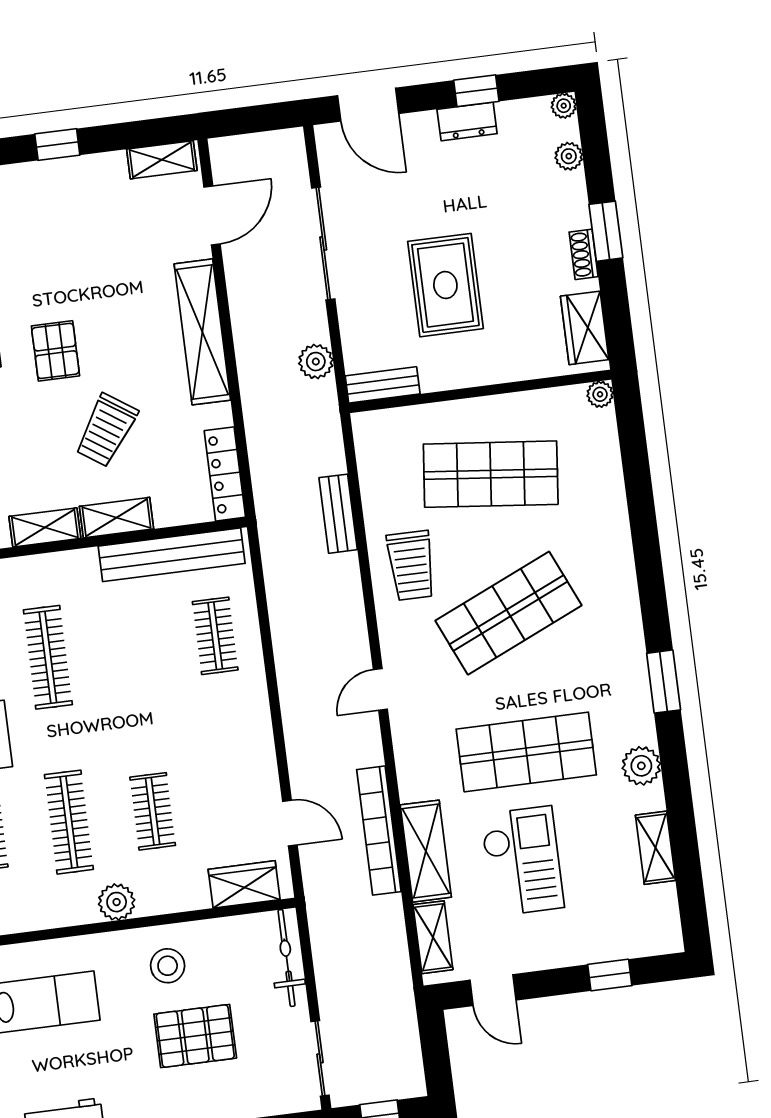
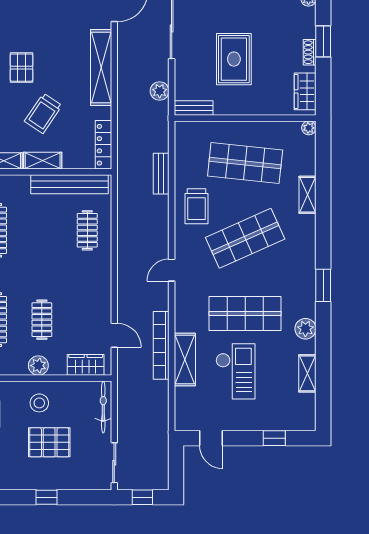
plant: (117, 902) -> (38, 366), moved
shelving: (433, 937) -> (308, 195), moved

